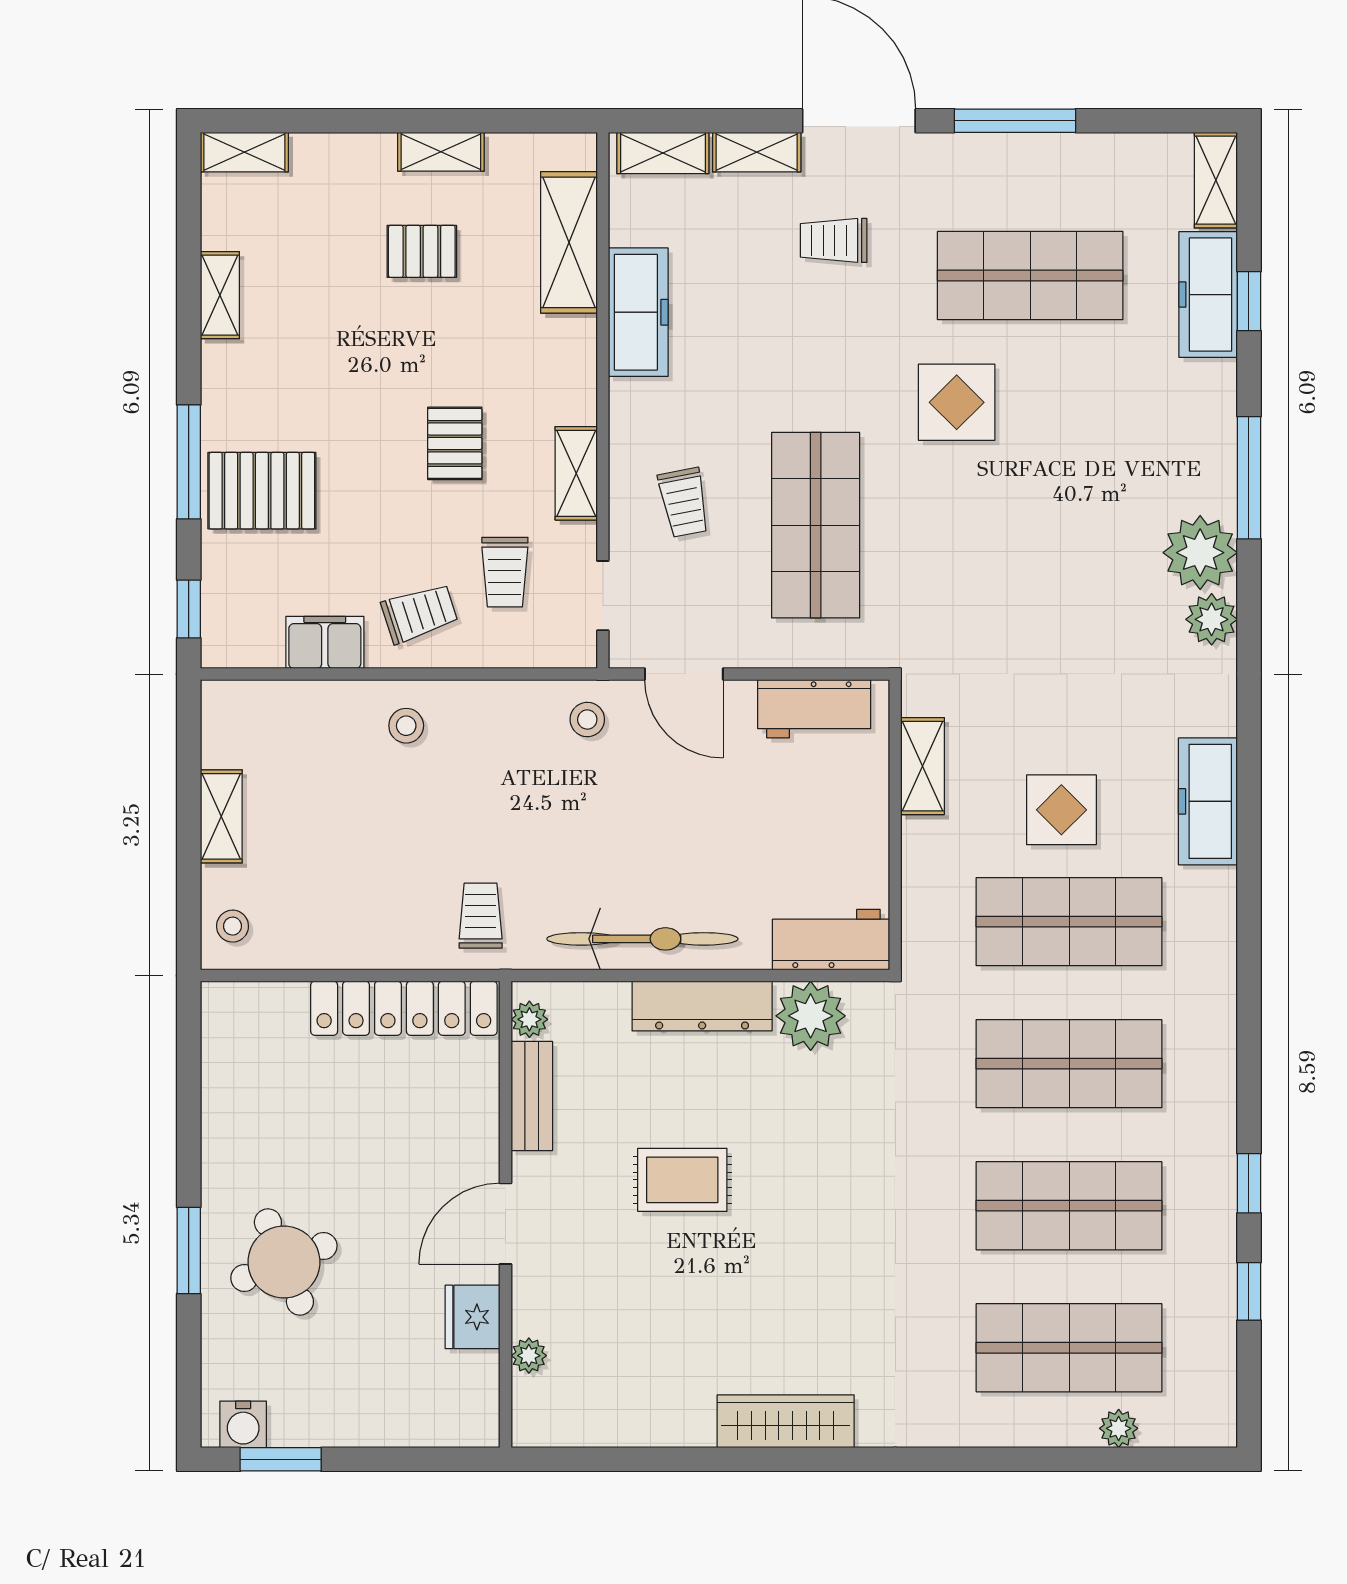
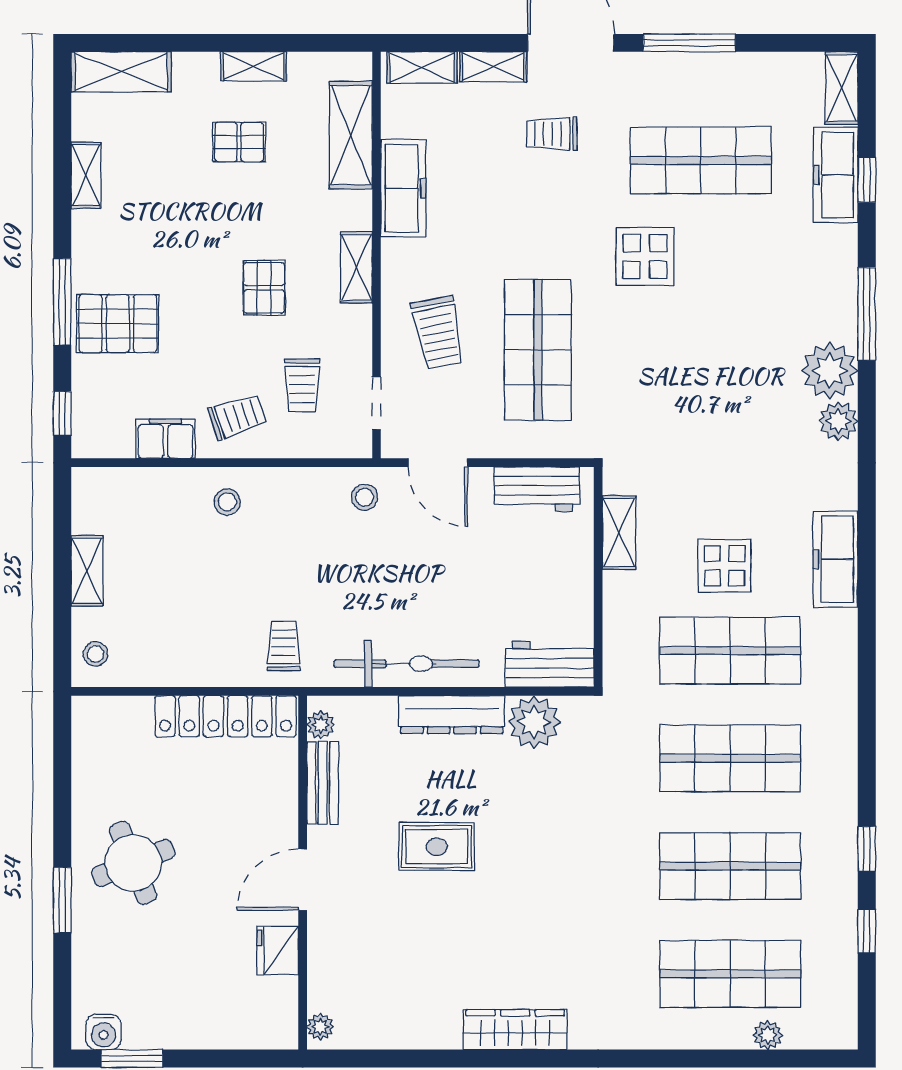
shelving: (244, 152) -> (121, 72), width x1.50, depth x1.33
shelving: (576, 473) -> (356, 267), moved
trolley: (684, 502) -> (438, 333), width x1.36, depth x1.39
round table: (284, 1262) -> (133, 863), moved
plant: (529, 1356) -> (320, 1027), moved

